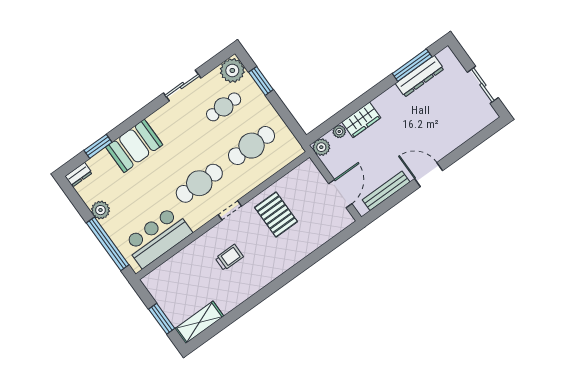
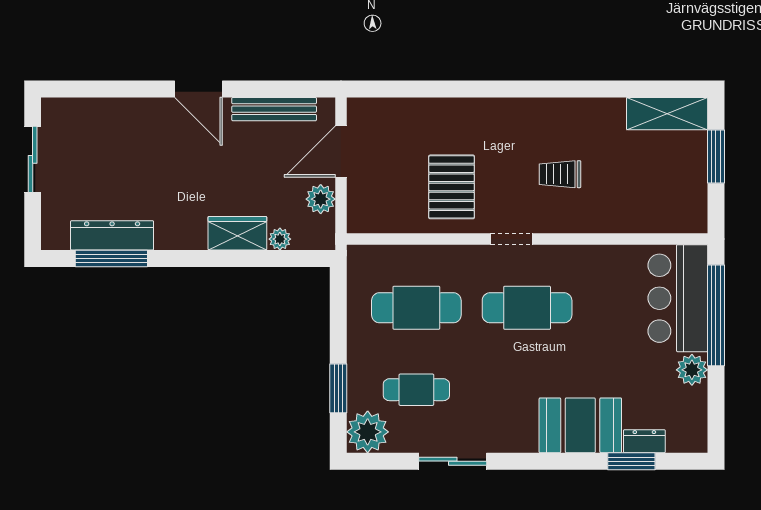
plant: (321, 147) -> (321, 199), moved
dresser: (79, 175) -> (644, 441), moved
bar counter: (158, 237) -> (678, 298), moved, turned 90

